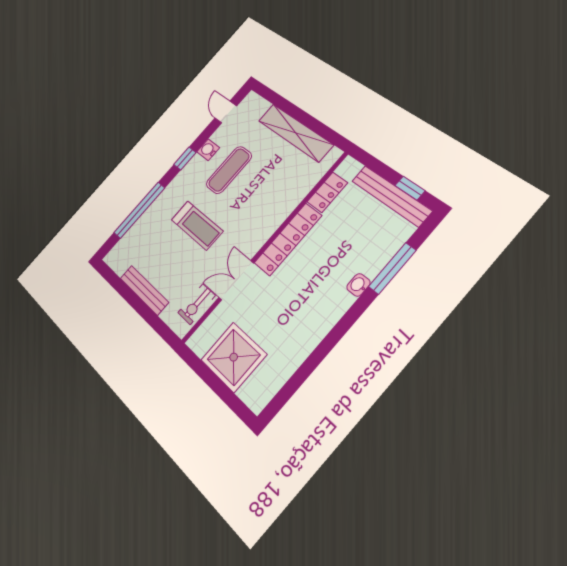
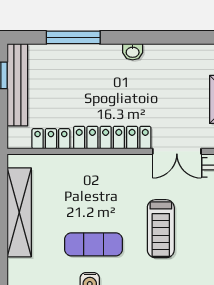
treadmill: (197, 225) -> (161, 229), turned 180
washbasin: (358, 285) -> (133, 52), moved

